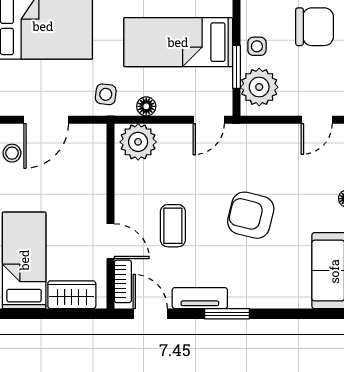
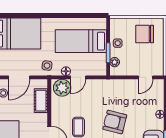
chair: (315, 27) -> (145, 34), turned 180
plant: (259, 87) -> (115, 62), width x0.53, depth x0.53
door: (209, 120) -> (78, 77), moved
cot: (93, 169) -> (41, 101), added

